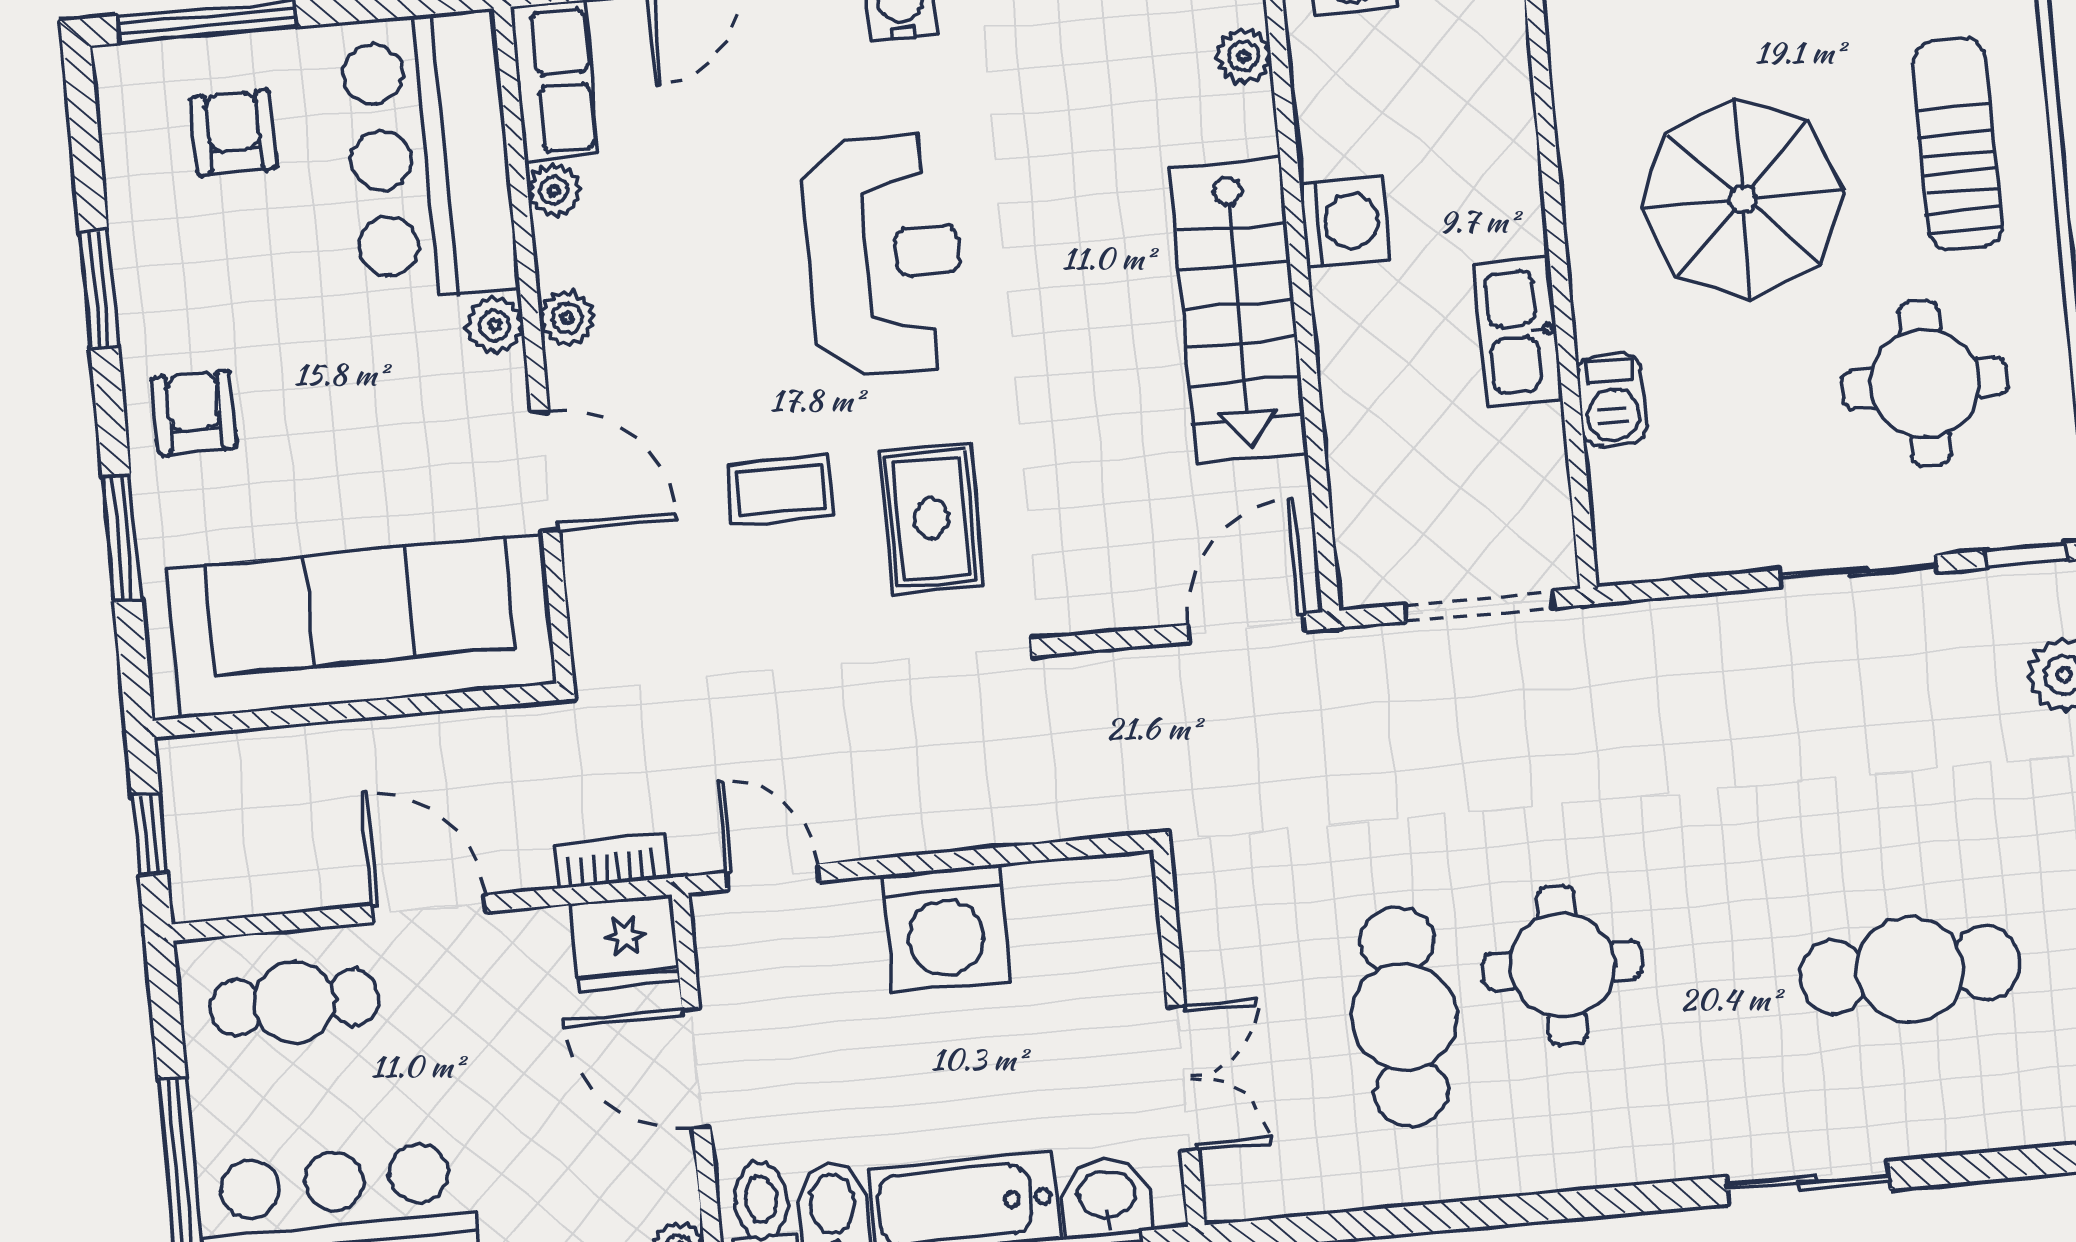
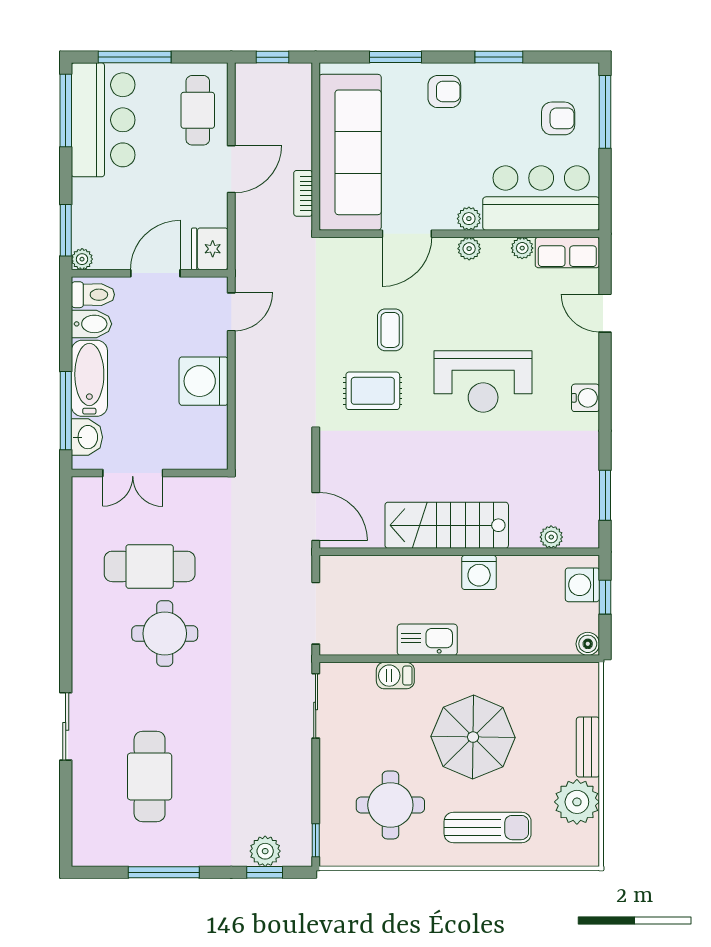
sliding door: (1858, 571) -> (316, 706), moved
bookcase: (611, 861) -> (303, 193), moved, turned 180

